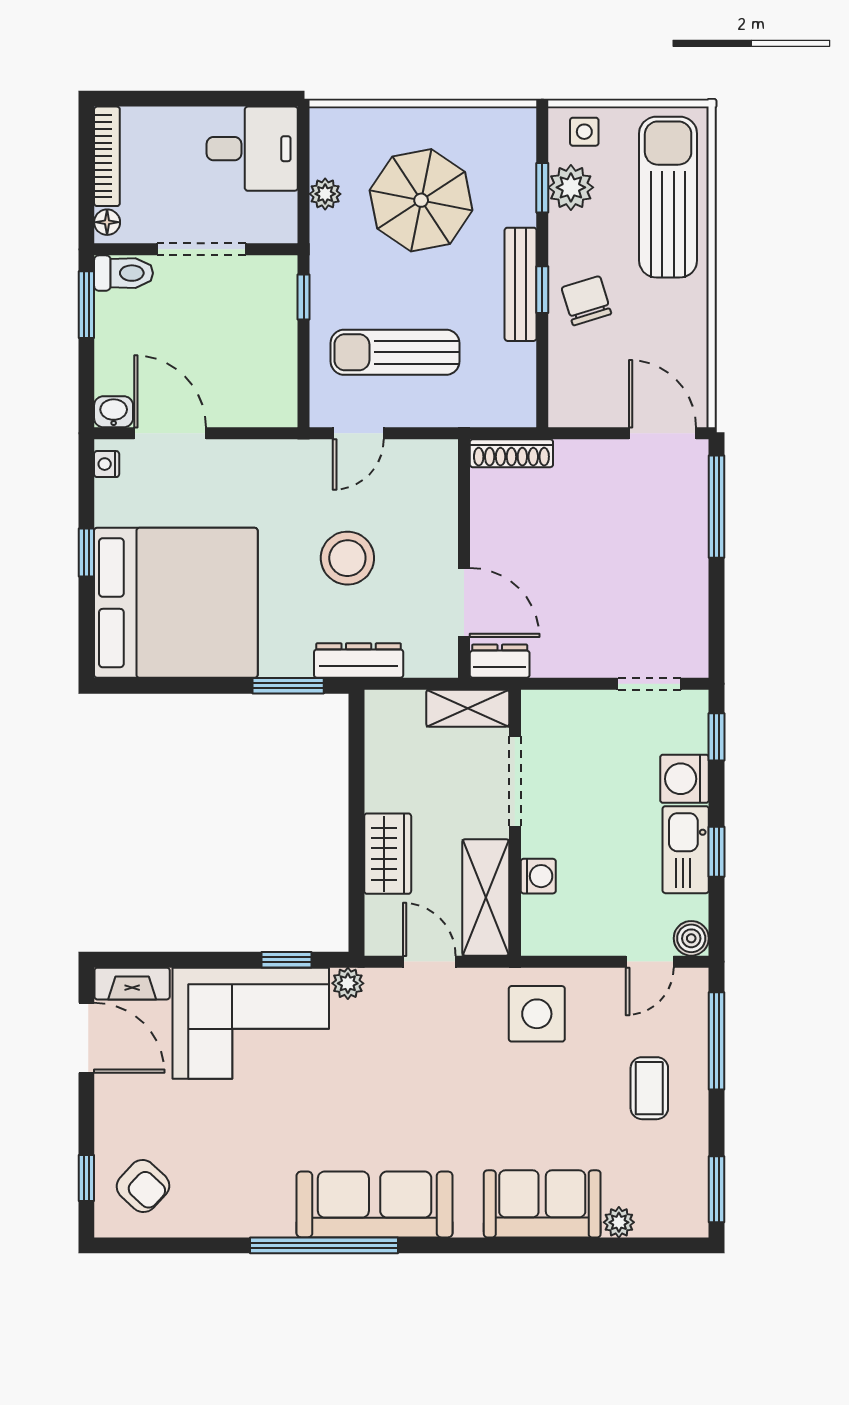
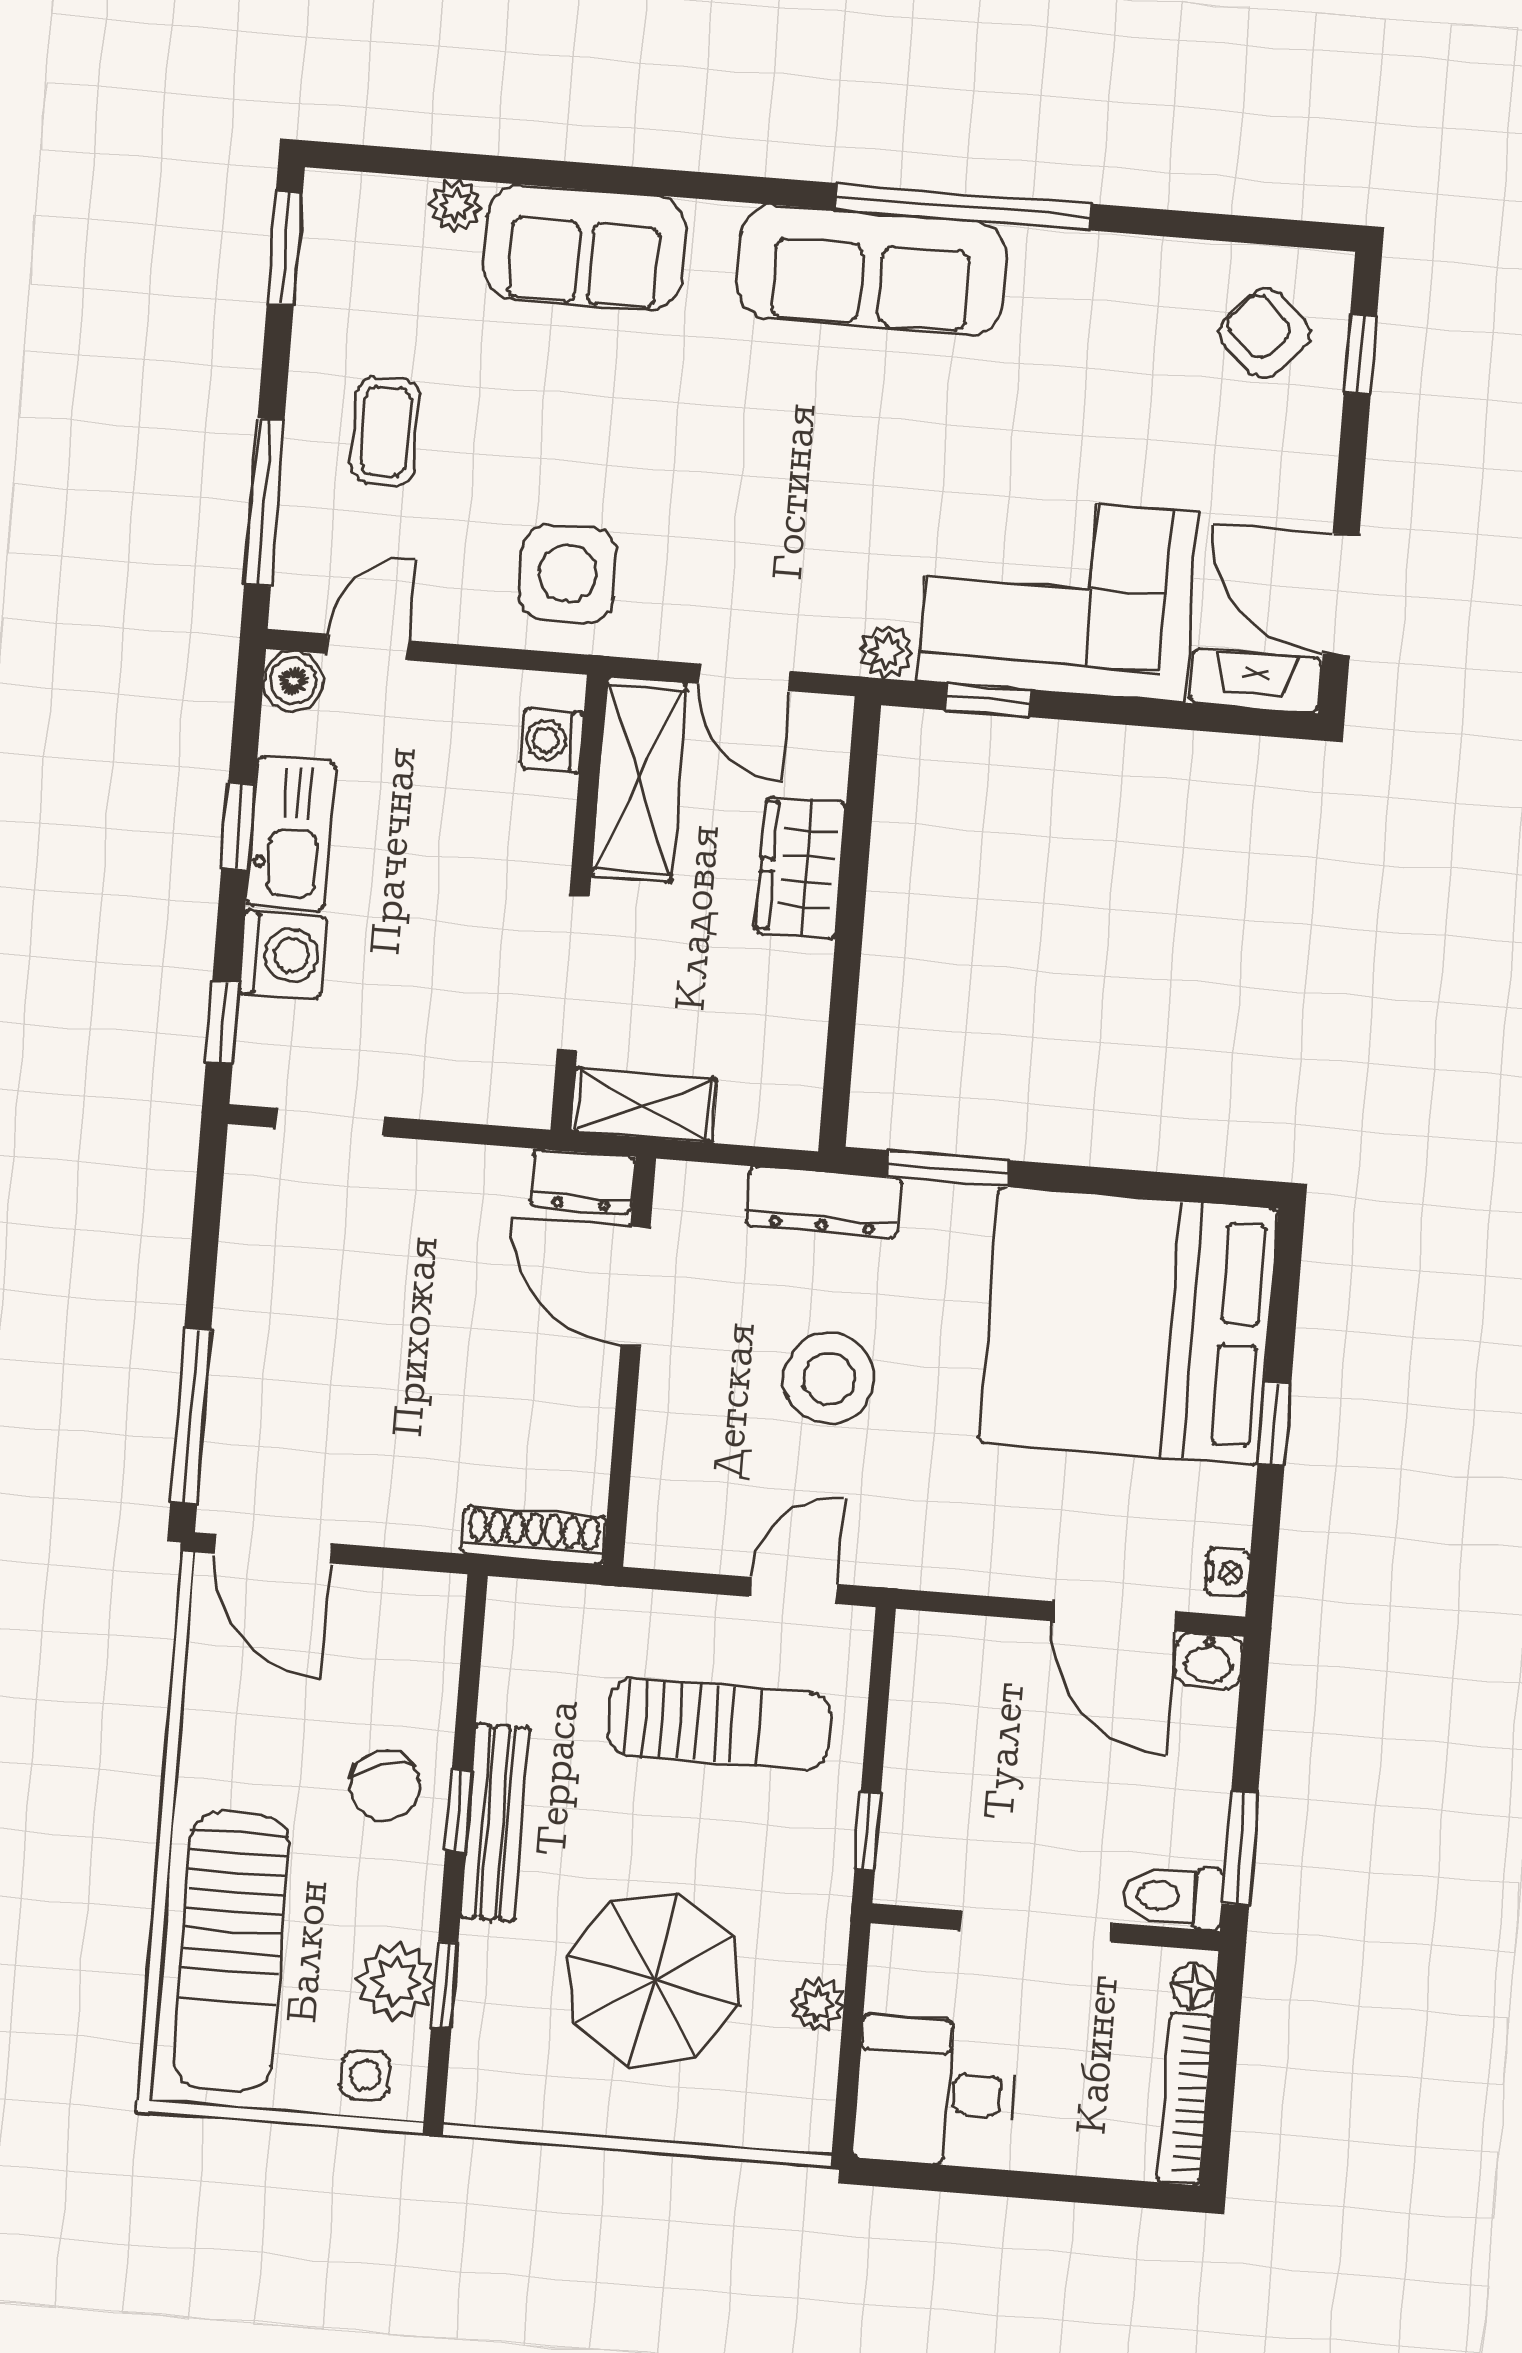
washing machine: (538, 876) -> (552, 740), moved

